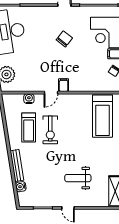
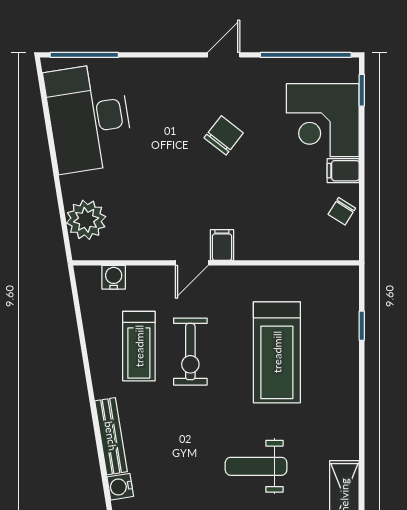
water cooler: (29, 99) -> (114, 277), moved
treadmill: (103, 116) -> (277, 352), moved

